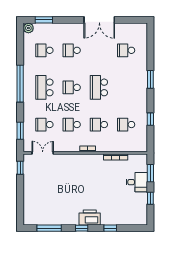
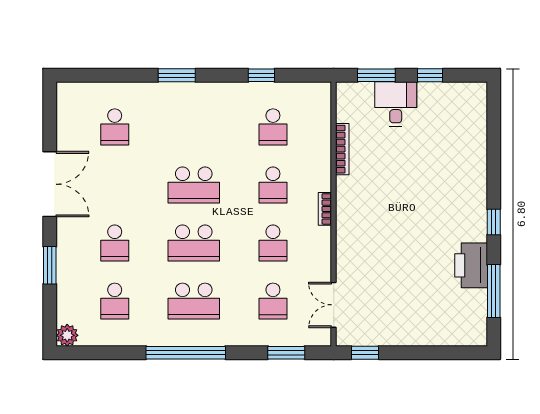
window: (44, 20) -> (50, 265), moved
school desk: (72, 87) -> (194, 243), width x1.85
printer: (90, 217) -> (471, 265), moved
window: (110, 228) -> (494, 161), removed

